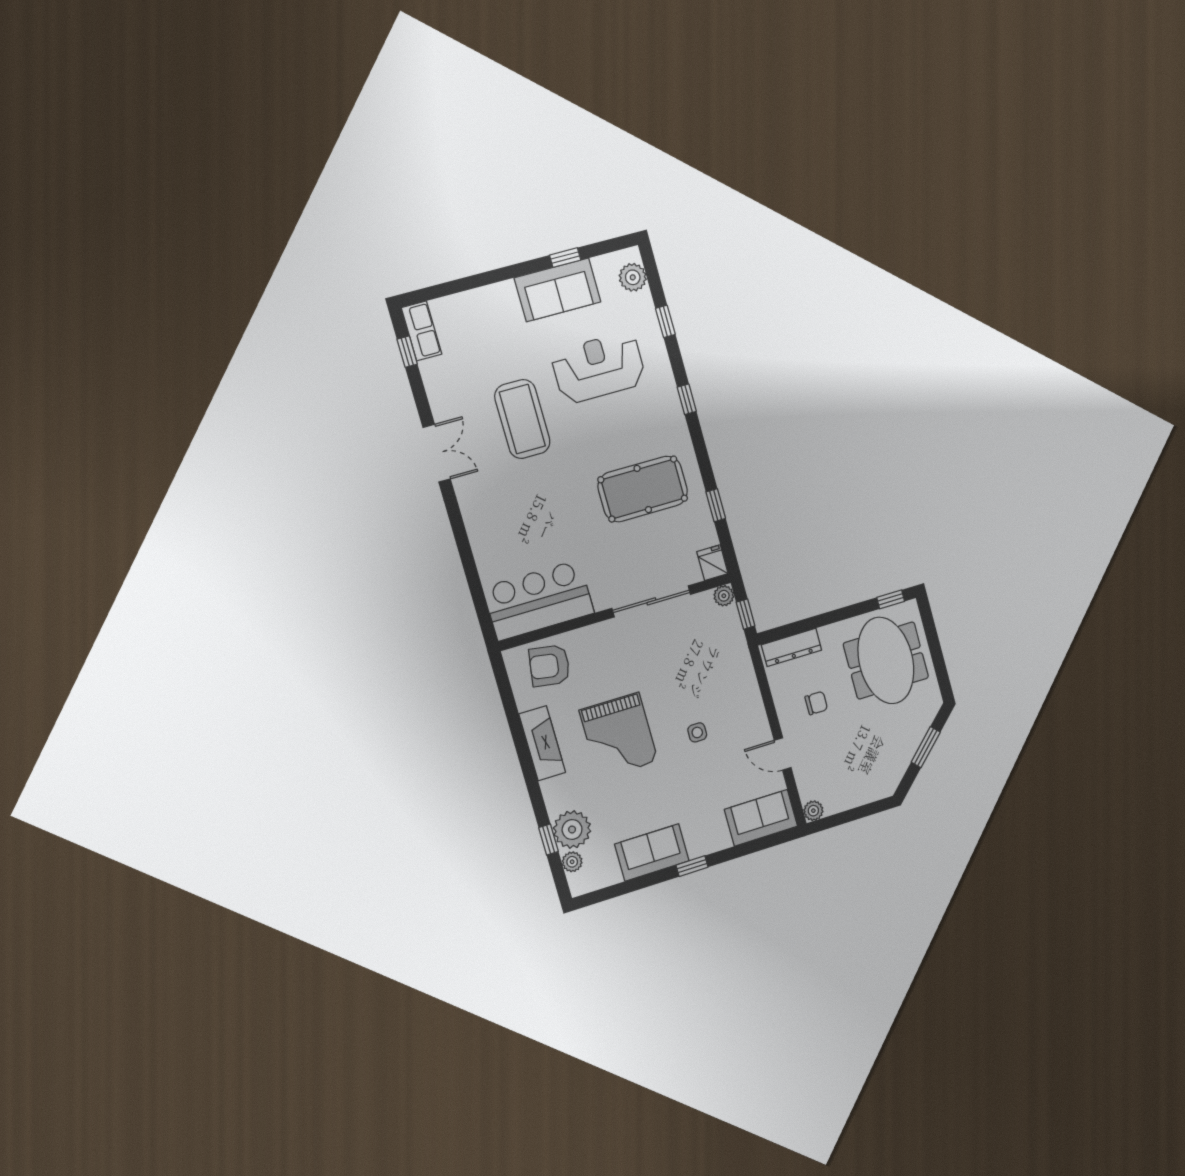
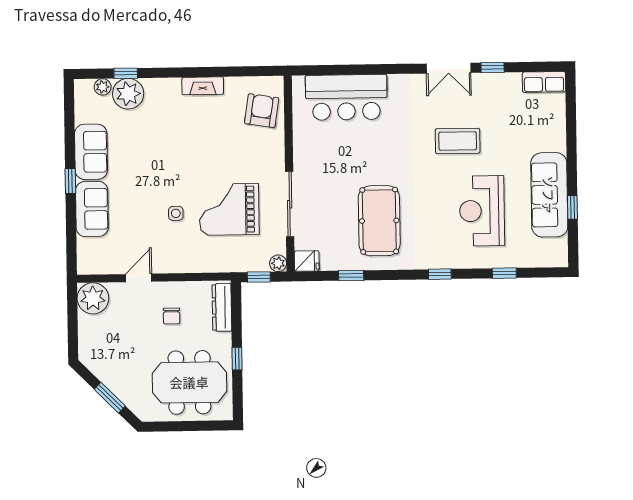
plant: (633, 277) -> (545, 256), removed
sofa: (558, 290) -> (549, 195), width x1.36
window: (407, 352) -> (493, 67), moved
reception desk: (599, 368) -> (482, 211), turned 180
coffee table: (522, 419) -> (458, 141), width x0.73, depth x0.76
window: (891, 599) -> (237, 359), moved
bar counter: (539, 600) -> (346, 97), moved, turned 90
grand piano: (619, 736) -> (229, 209), moved
fireplace: (542, 743) -> (203, 86), width x0.73, depth x0.76
plant: (813, 811) -> (93, 298), width x1.88, depth x1.88
sofa: (761, 818) -> (92, 209), moved

